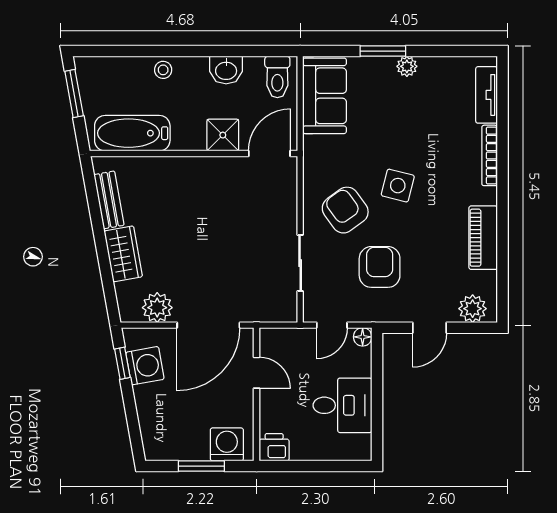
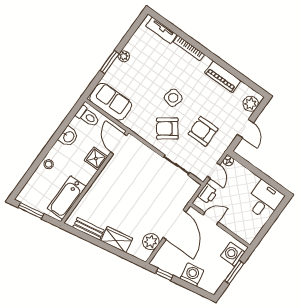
washing machine: (145, 366) -> (192, 275), moved
desk: (342, 405) -> (264, 200), moved
printer: (274, 447) -> (208, 194), moved, turned 180

